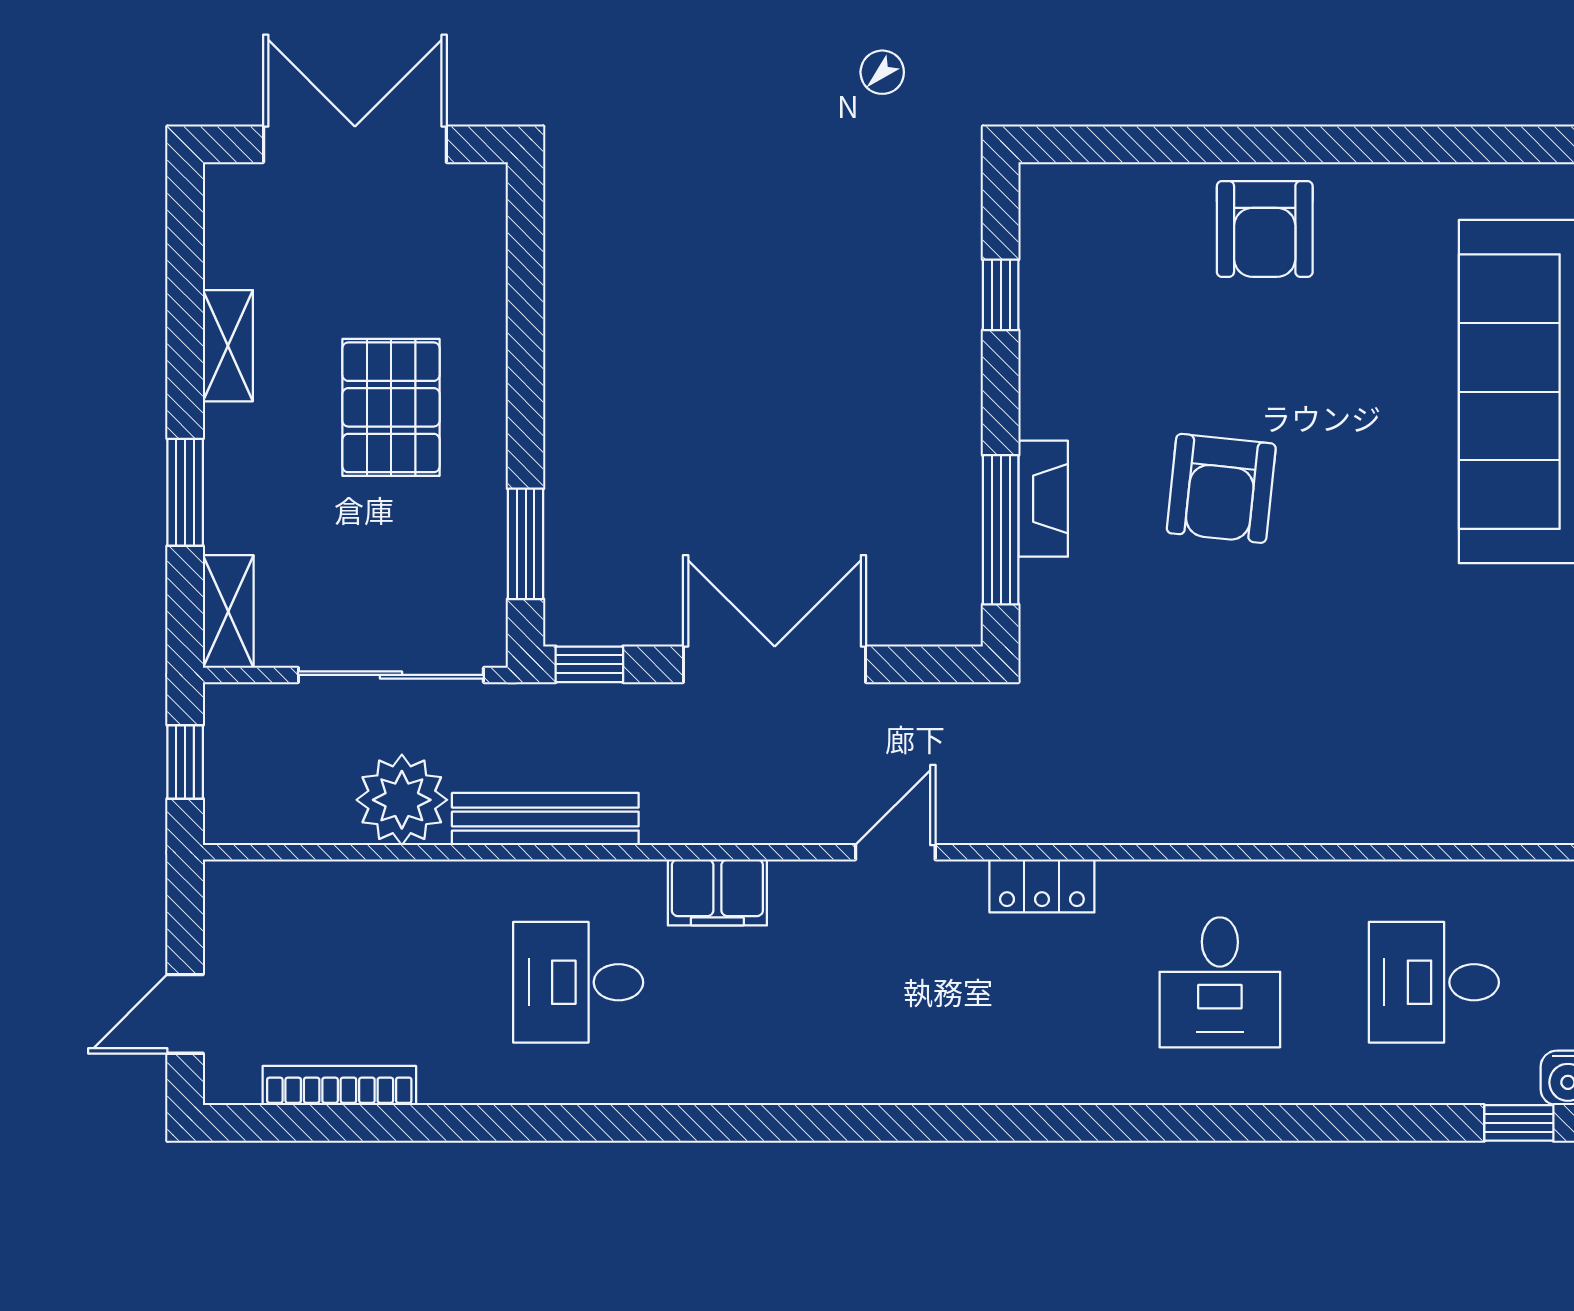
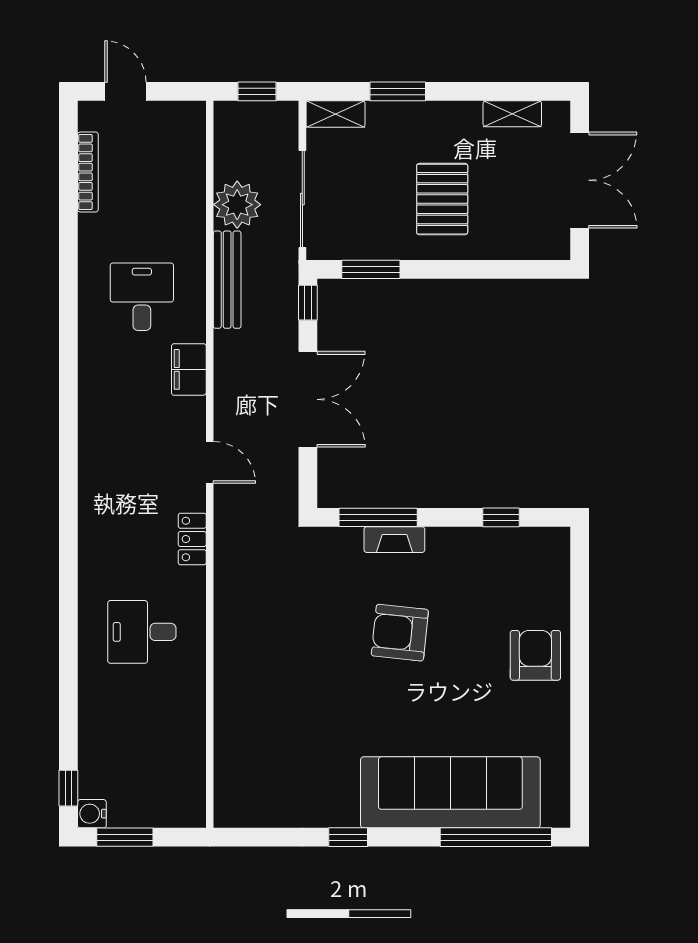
armchair: (1265, 229) -> (535, 655), turned 90
shelving: (228, 346) -> (512, 114), moved
pallet: (391, 407) -> (442, 199), turned 90
desk: (1434, 982) -> (142, 744), removed

